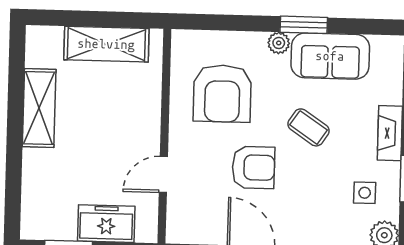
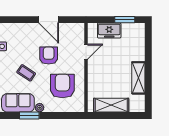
armchair: (253, 167) -> (49, 56), turned 90

